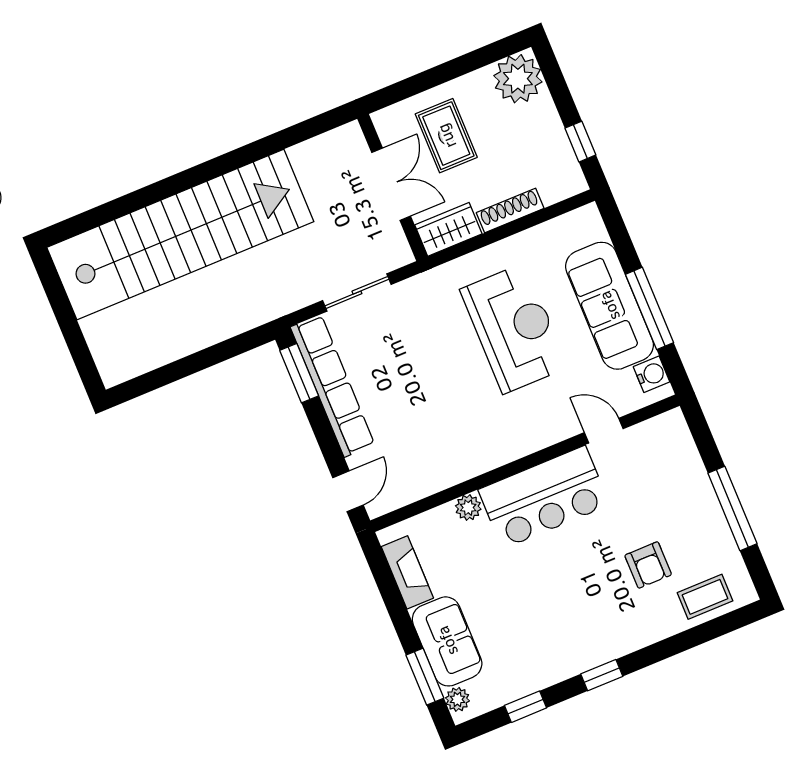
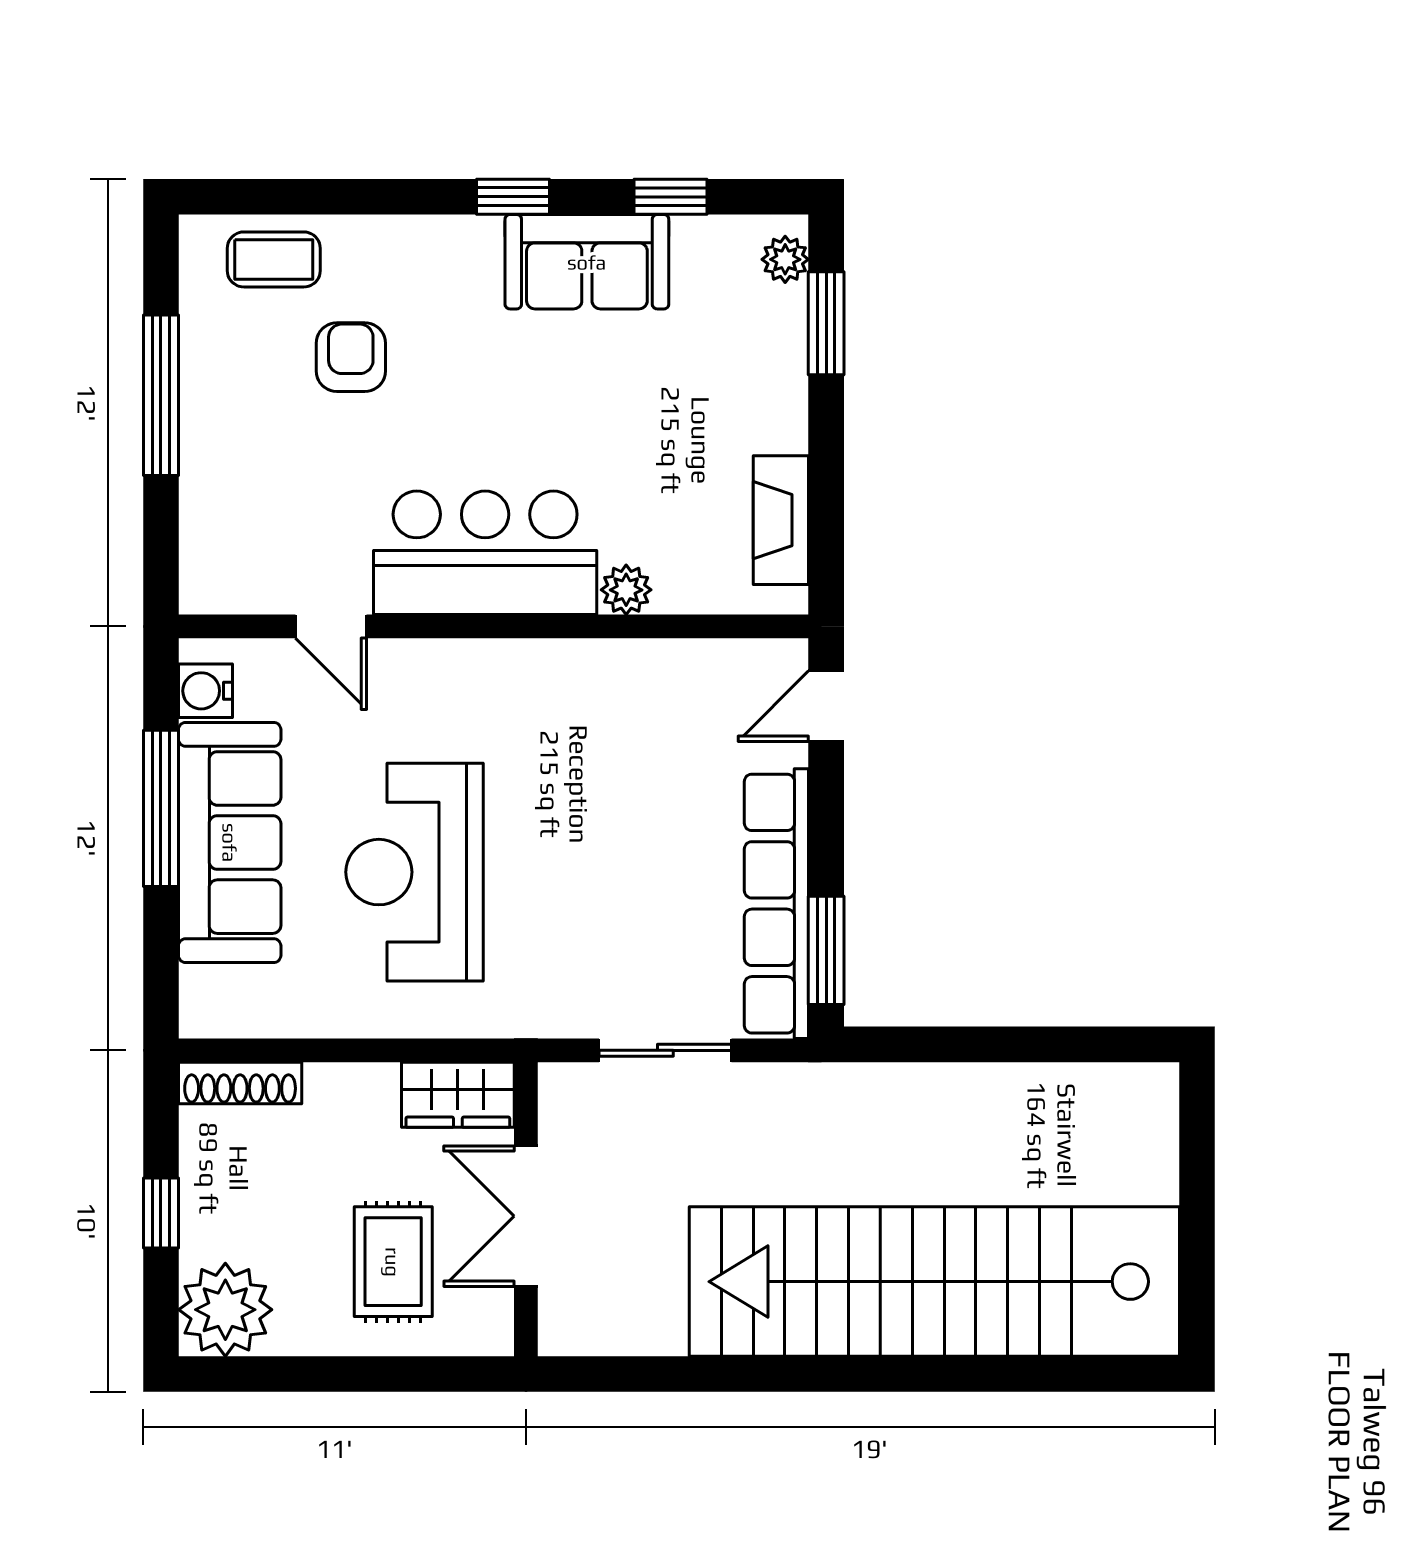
window: (580, 142) -> (161, 1213), moved
shoe rack: (510, 211) -> (240, 1083), moved
sofa: (447, 641) -> (587, 262), moved, turned -90

